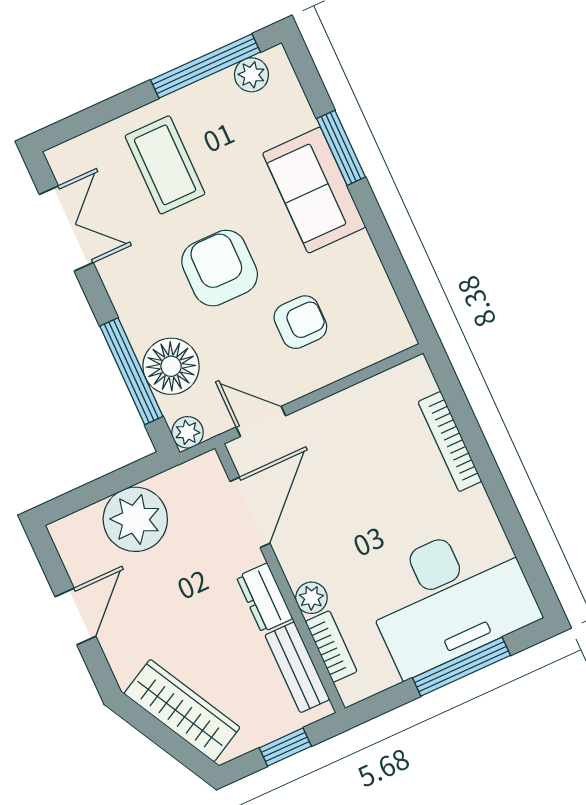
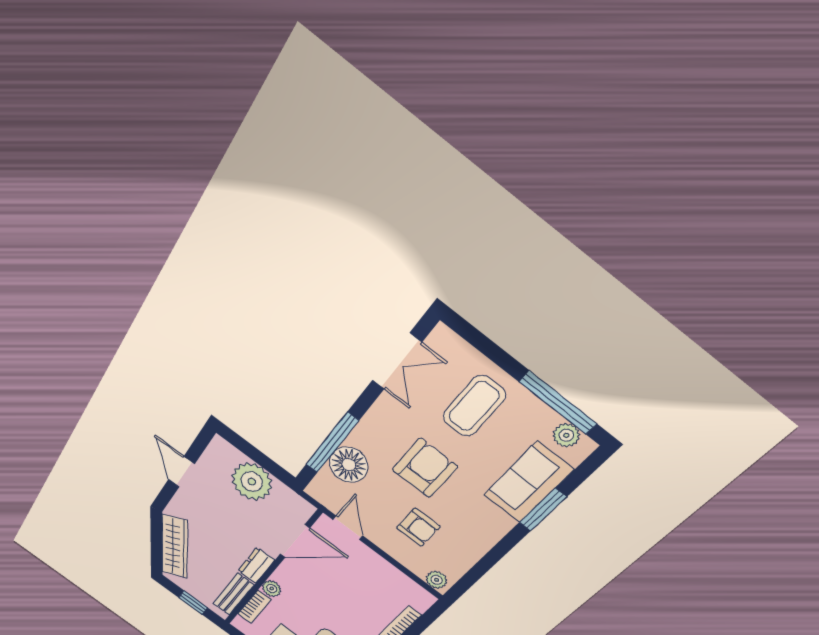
sofa: (314, 190) -> (528, 482), moved
plant: (188, 432) -> (436, 580), moved
door: (75, 616) -> (181, 472), swing flipped

